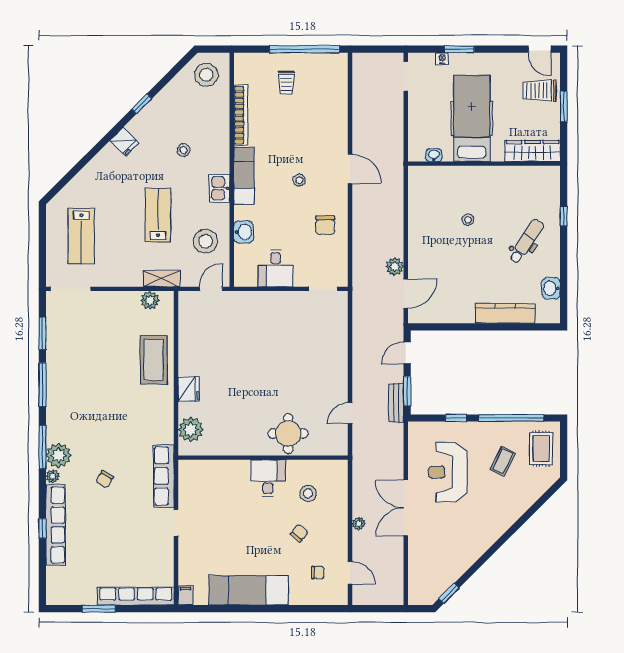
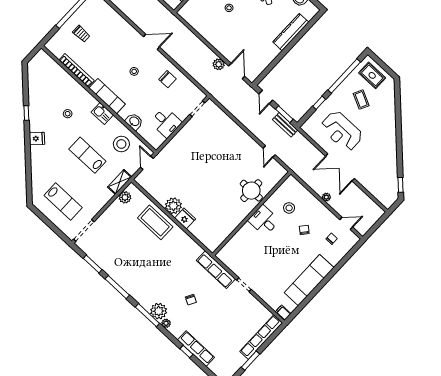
stool: (206, 75) -> (42, 69), removed
plant: (191, 430) -> (173, 206), moved
row of seats: (56, 525) -> (196, 349), width x0.73

